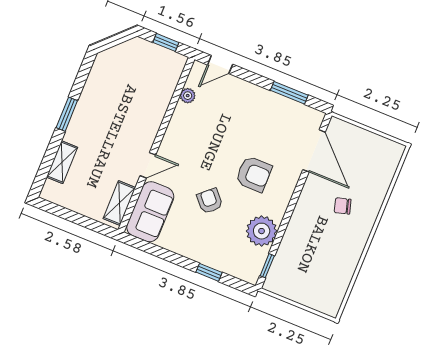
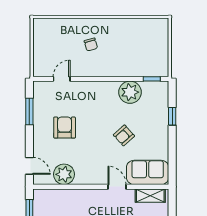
plant: (188, 96) -> (64, 174), width x1.88, depth x1.88
door: (314, 151) -> (62, 79), width x0.53
armchair: (254, 174) -> (65, 128), moved

